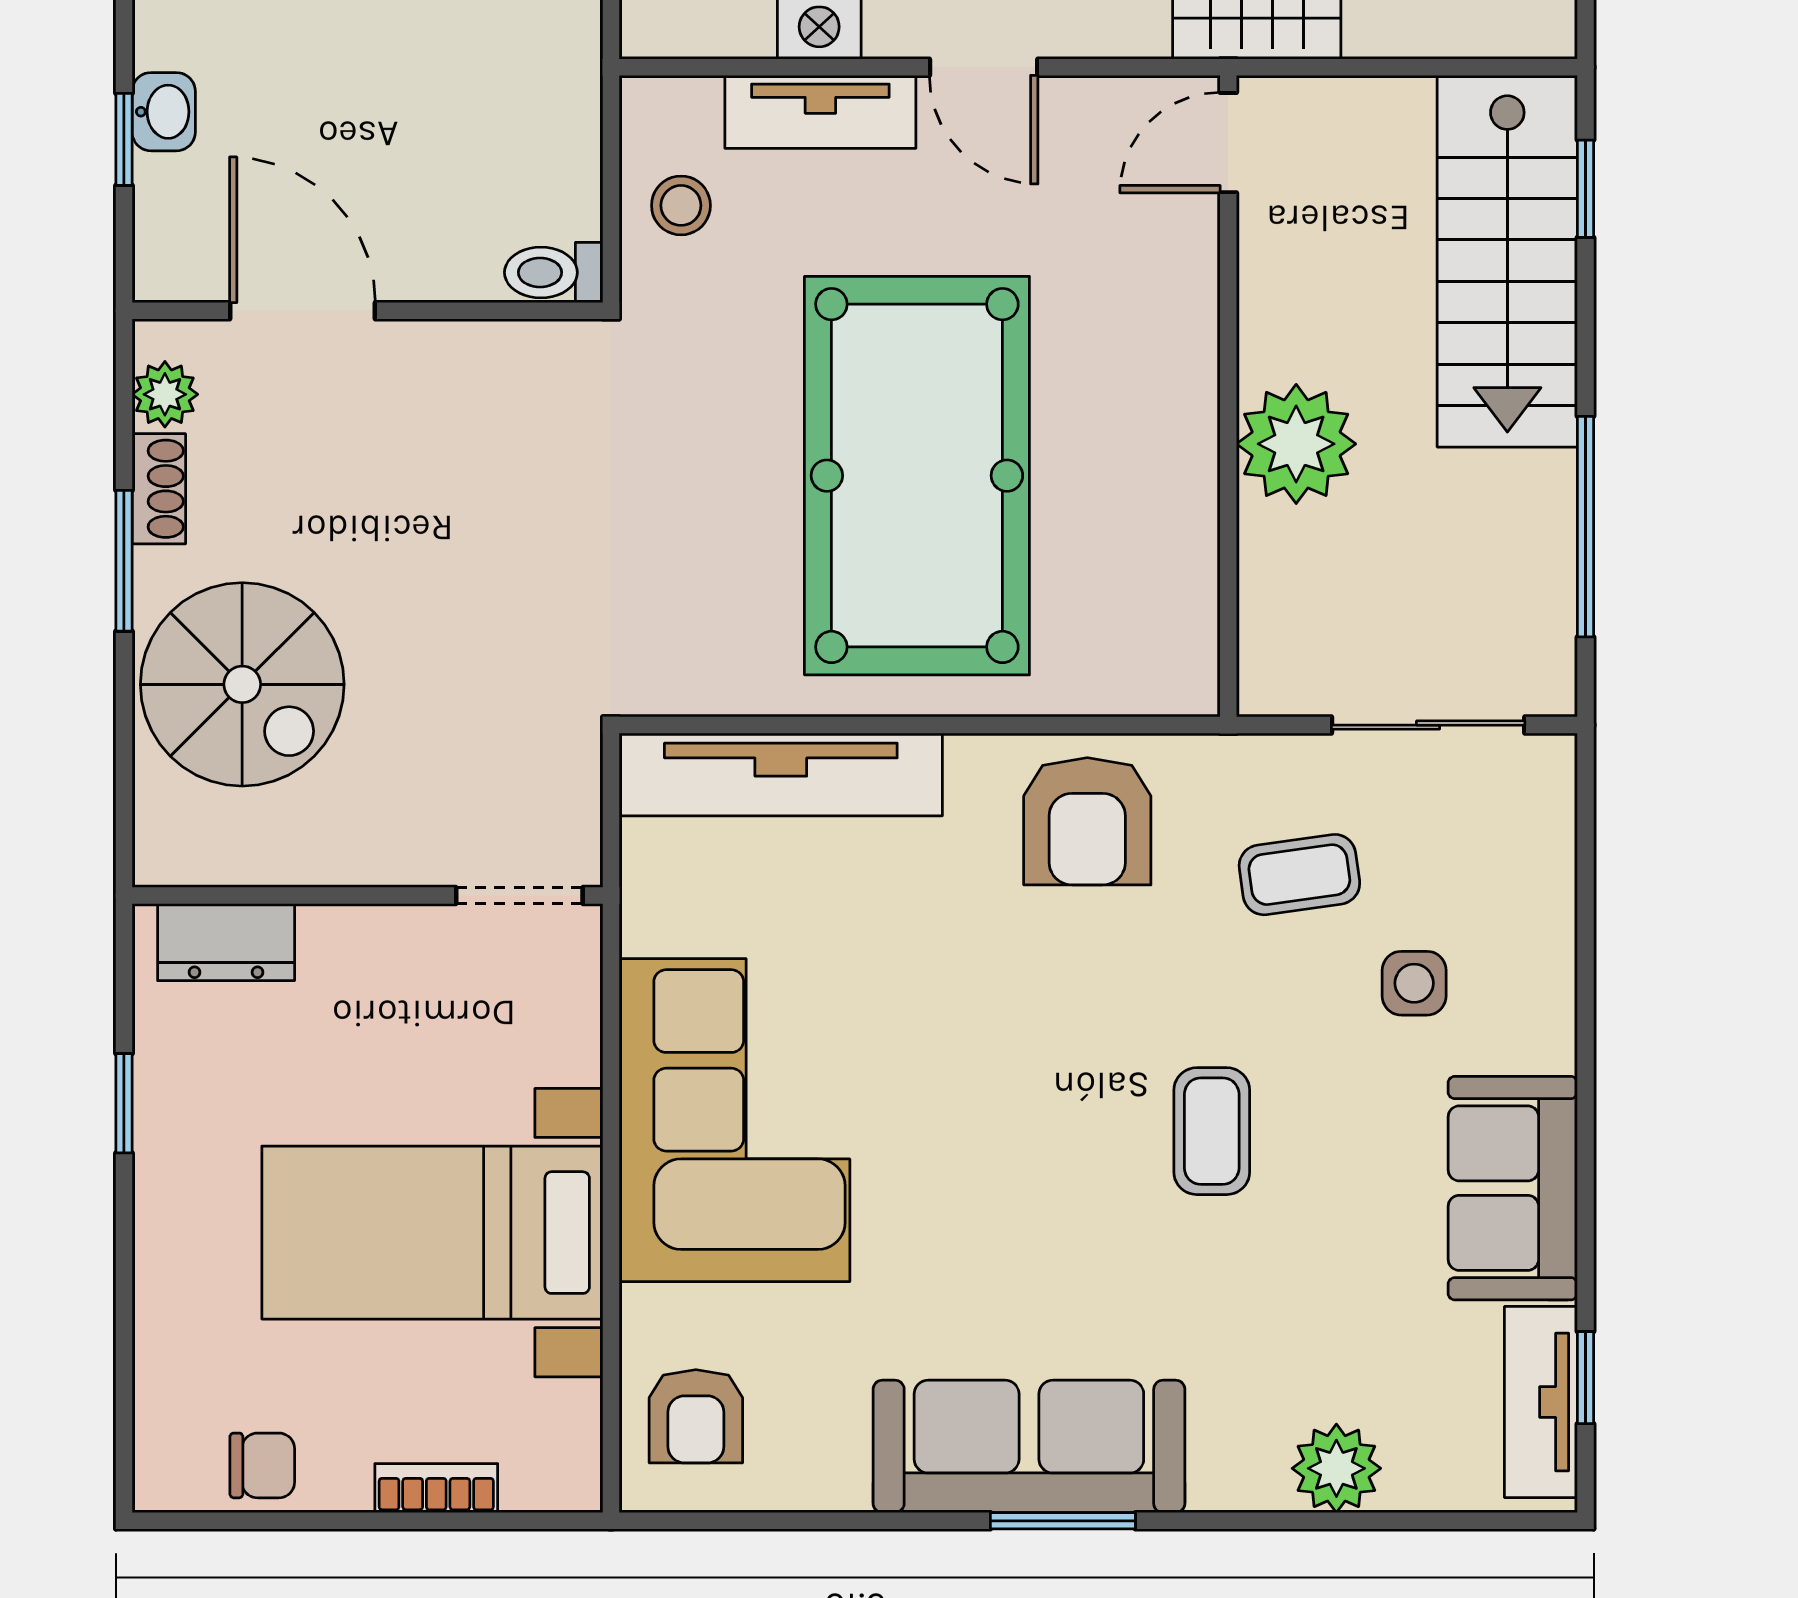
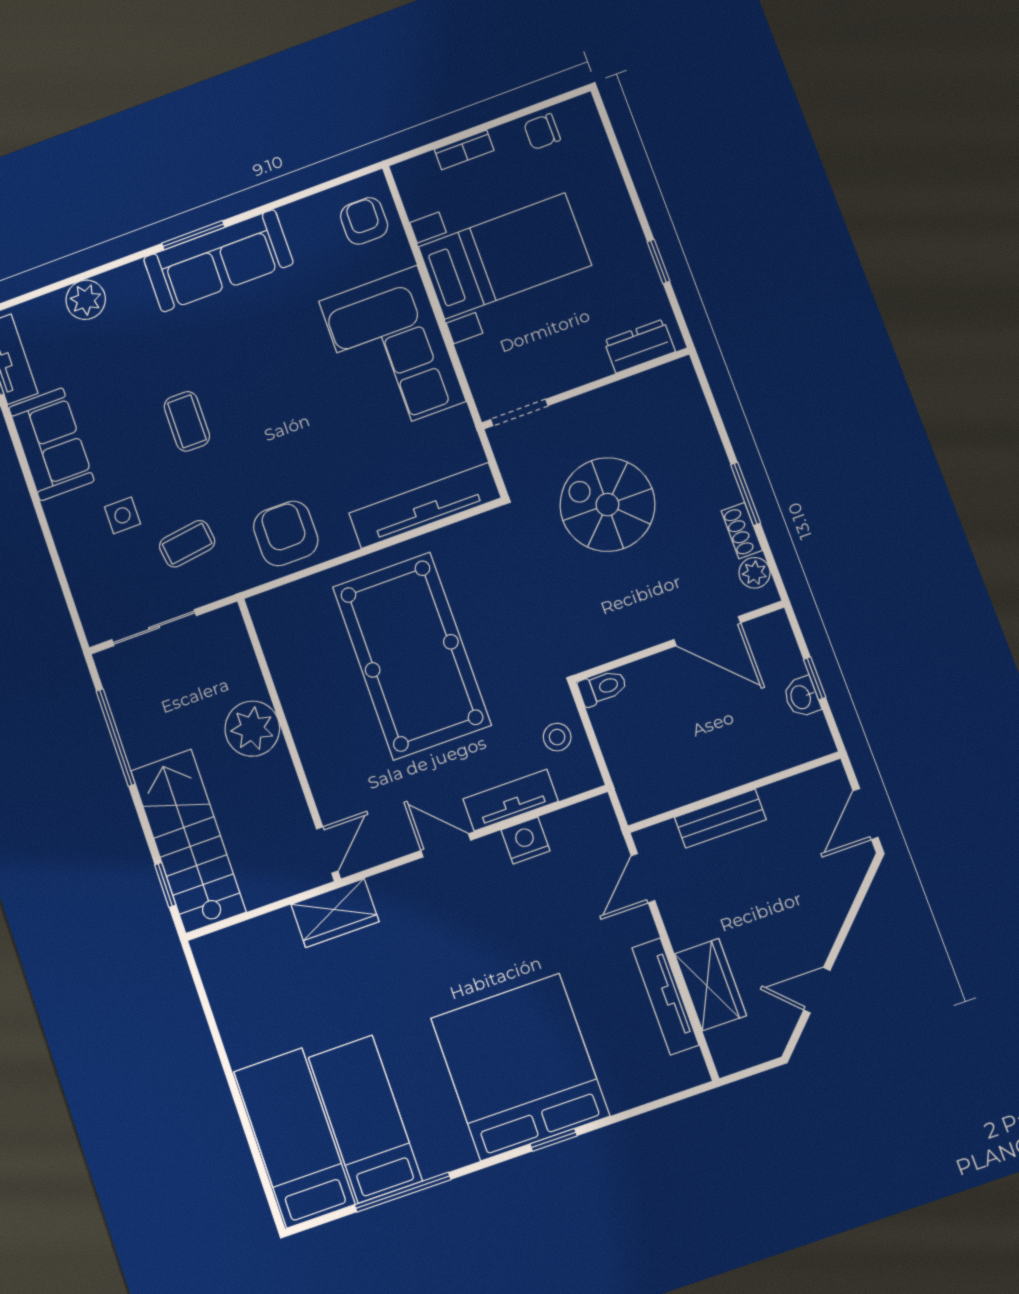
spiral stairs: (242, 684) -> (607, 505), moved

